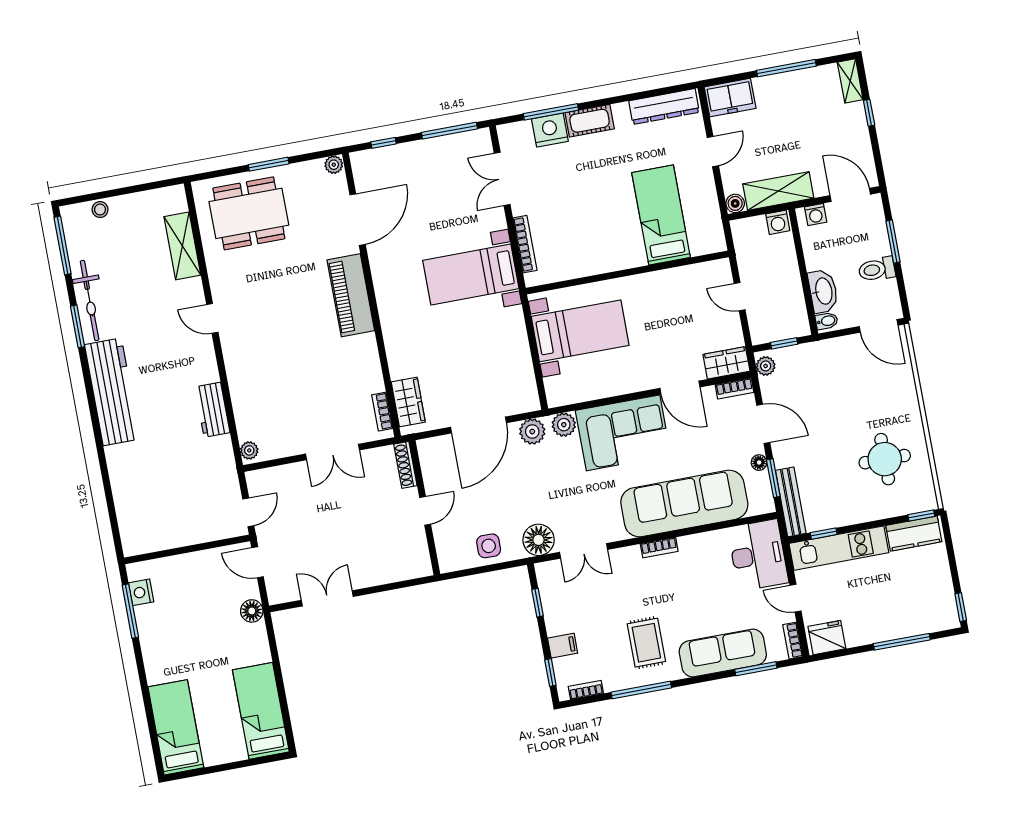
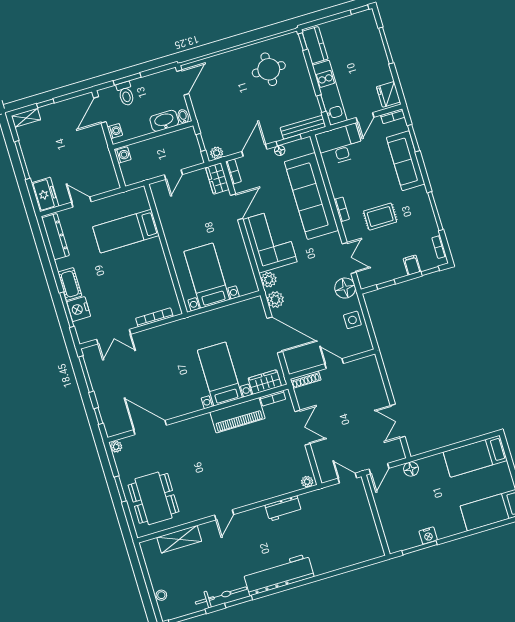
shelving: (778, 191) -> (102, 157), removed
boiler: (735, 203) -> (113, 184), removed
toilet: (877, 269) -> (126, 94), moved
bed with nightstands: (471, 274) -> (220, 374), moved, turned 180
piano: (351, 295) -> (237, 415), moved
nightstand: (141, 592) -> (428, 536), moved
rug: (646, 643) -> (380, 217), moved

